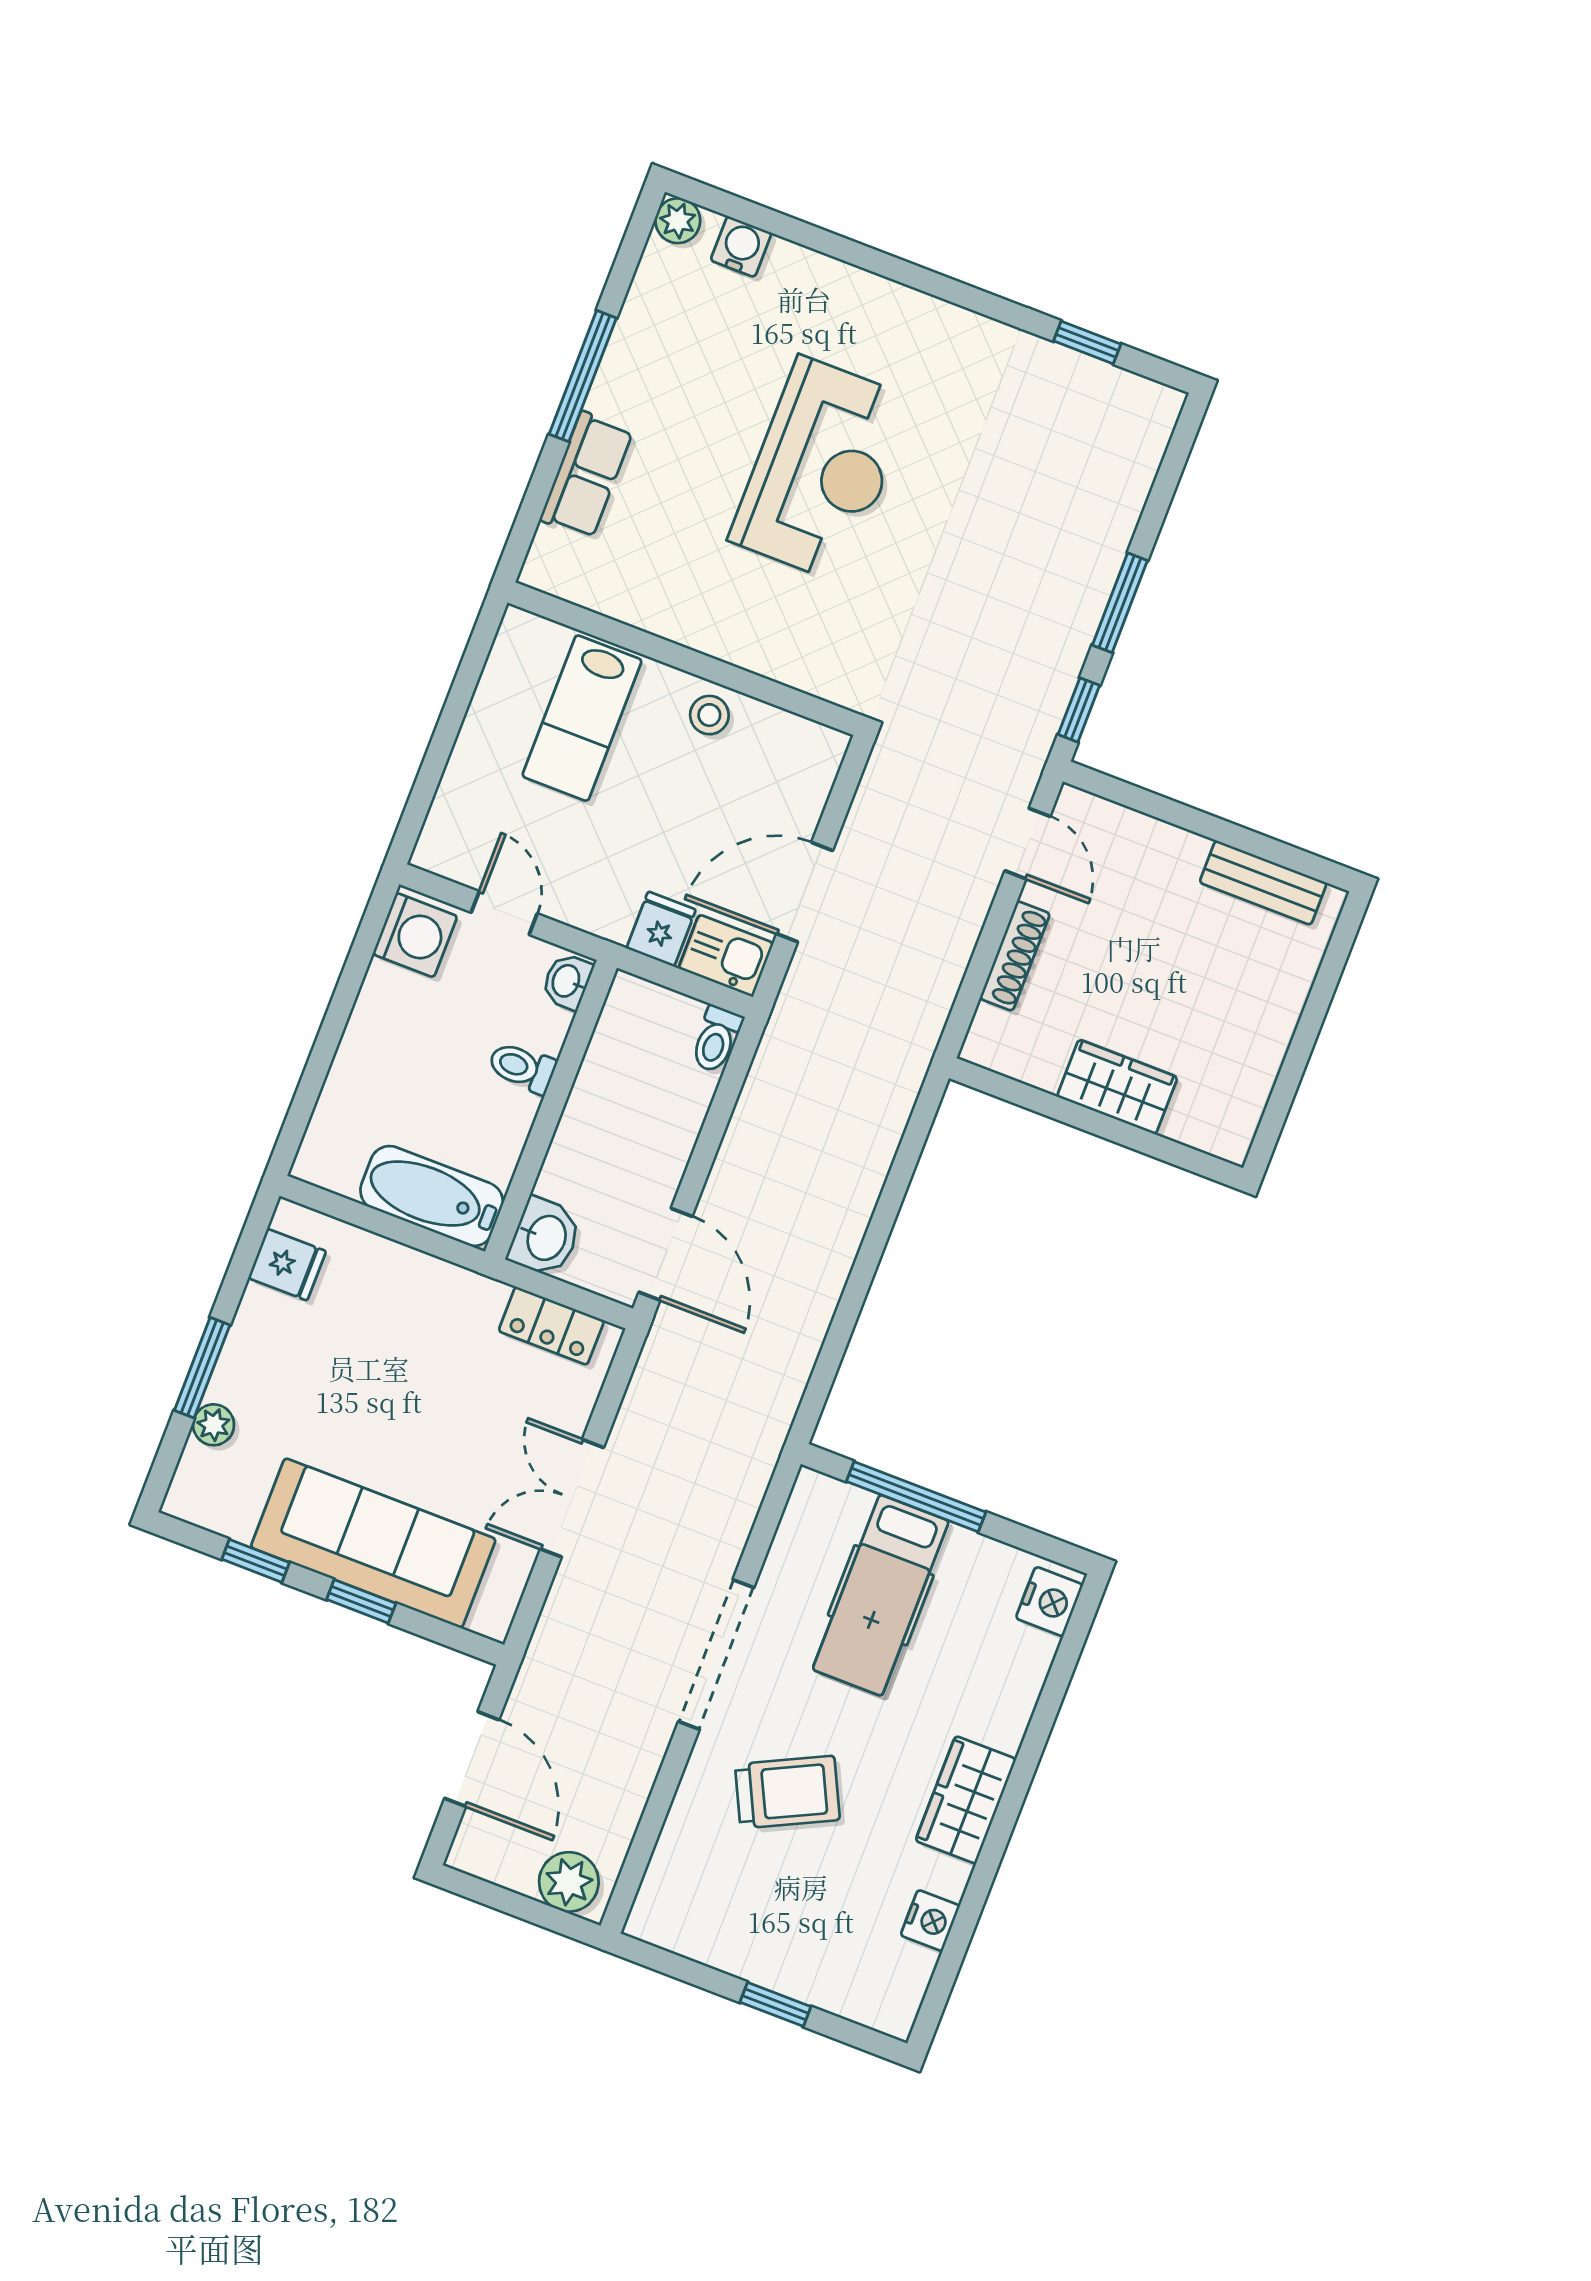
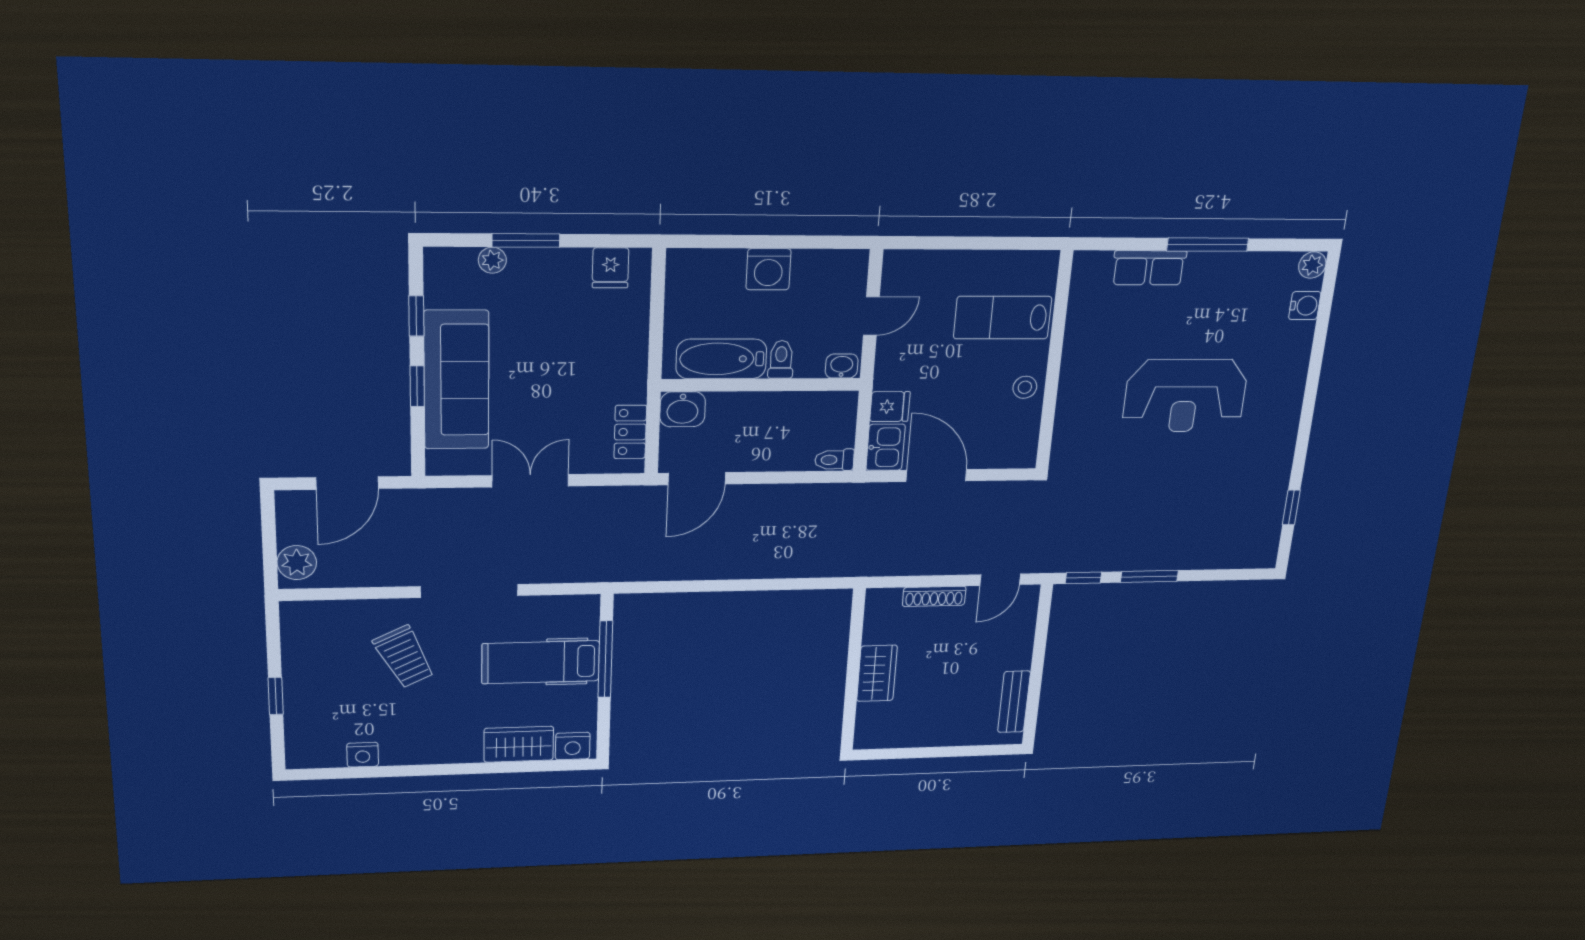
washing machine: (415, 935) -> (768, 269), moved
bathtub: (432, 1196) -> (721, 359), moved, turned -90
wardrobe: (966, 1800) -> (519, 744), moved

